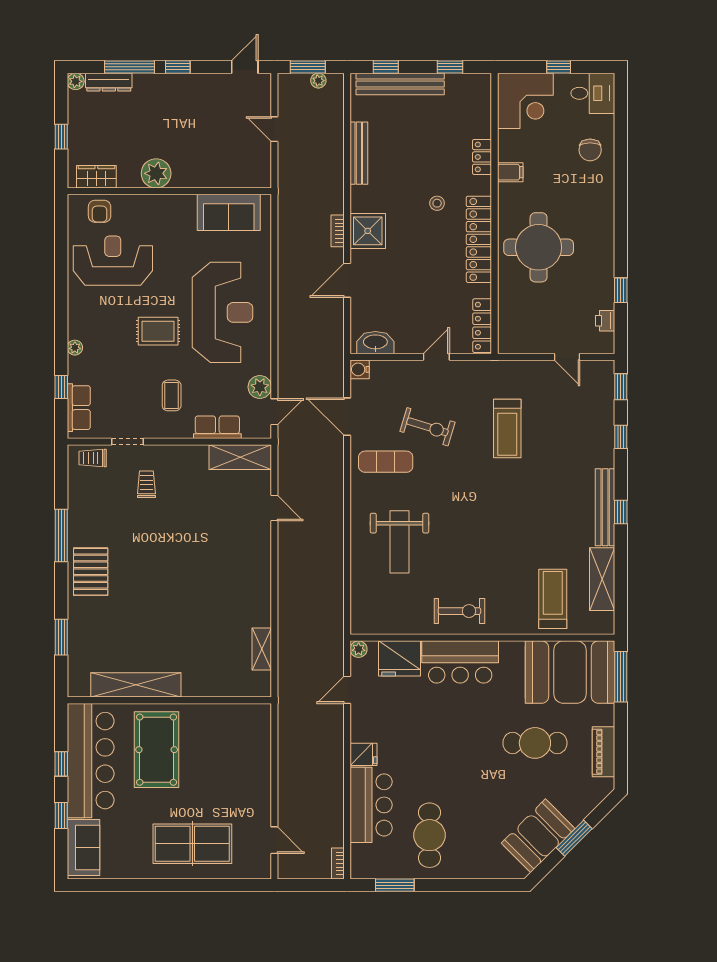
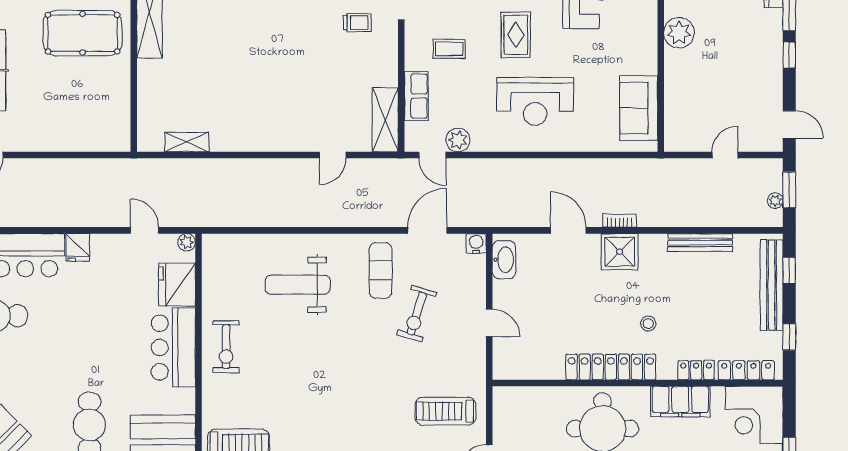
filing cabinet: (510, 172) -> (680, 402), width x3.00, depth x1.17
reception desk: (222, 312) -> (535, 101), width x0.74, depth x0.77
locker: (482, 326) -> (746, 370), moved
treadmill: (507, 428) -> (445, 411), moved

